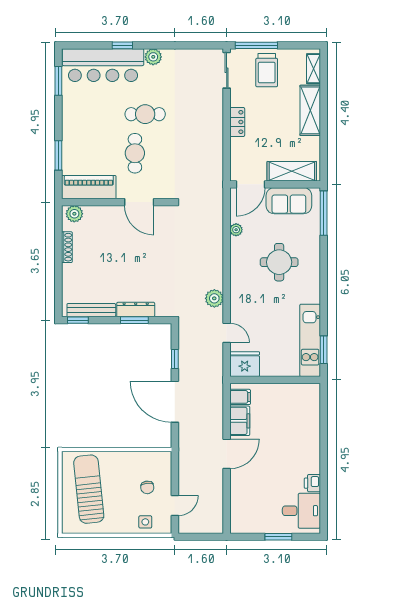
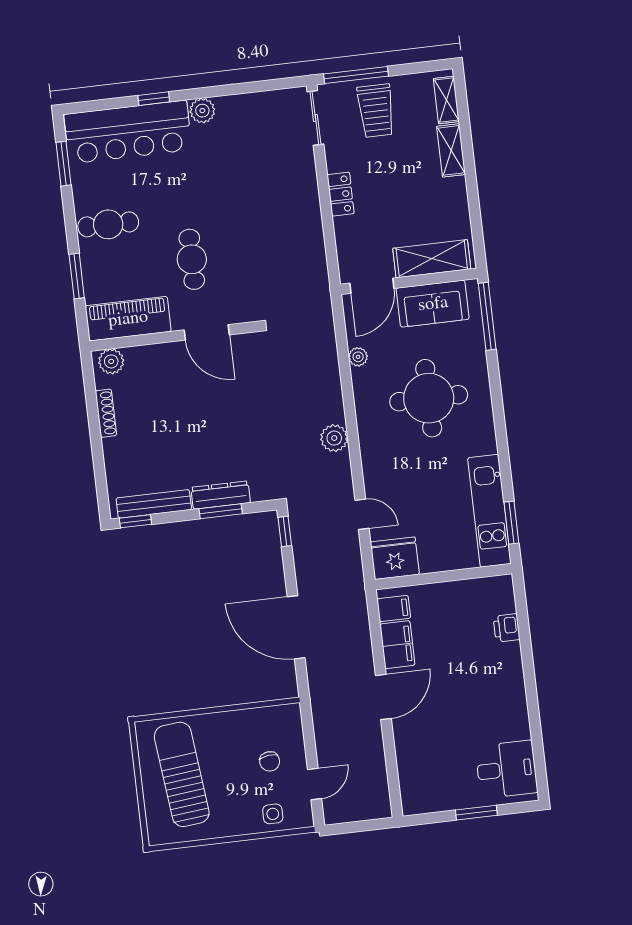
shelving: (310, 110) -> (451, 150), width x0.67, depth x0.75
cafe table: (145, 114) -> (108, 224), moved
round table: (279, 262) -> (429, 398), width x1.36, depth x1.36
plant: (214, 298) -> (334, 438), moved
window: (175, 359) -> (285, 531), moved
printer: (312, 483) -> (507, 628), moved

